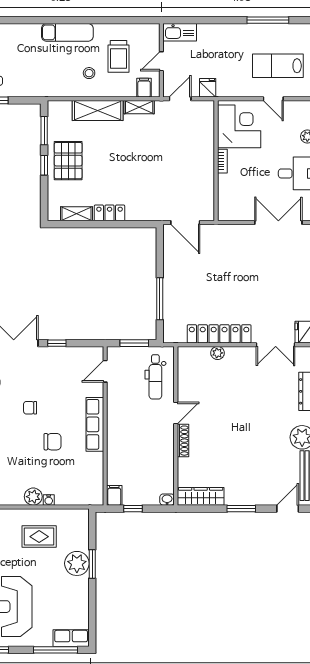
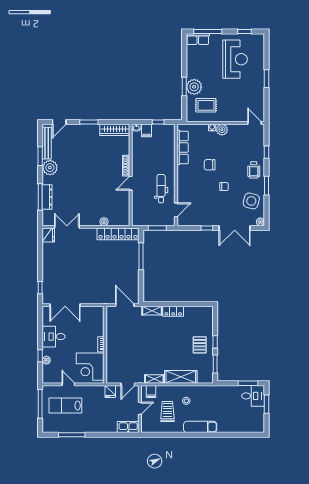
lab bench: (278, 66) -> (65, 406), turned 180
pallet: (68, 161) -> (200, 345), width x0.67, depth x0.71
shelving: (76, 214) -> (152, 311), moved
locker: (219, 334) -> (118, 234), moved
dental chair: (155, 377) -> (161, 189), moved
row of seats: (95, 424) -> (183, 147), moved
filing cabinet: (114, 495) -> (147, 130), moved
rug: (39, 537) -> (206, 105), moved

